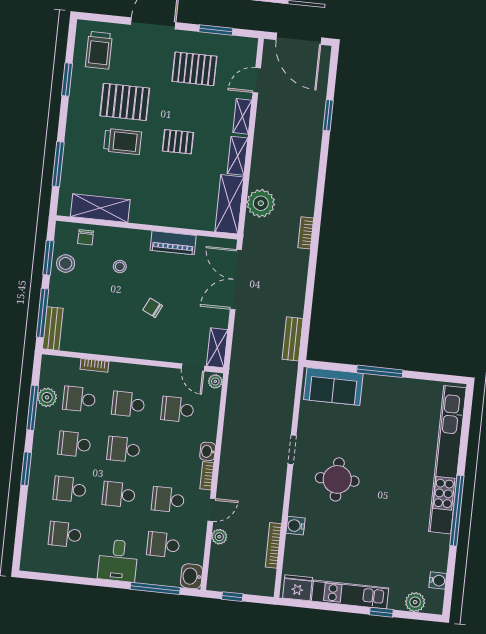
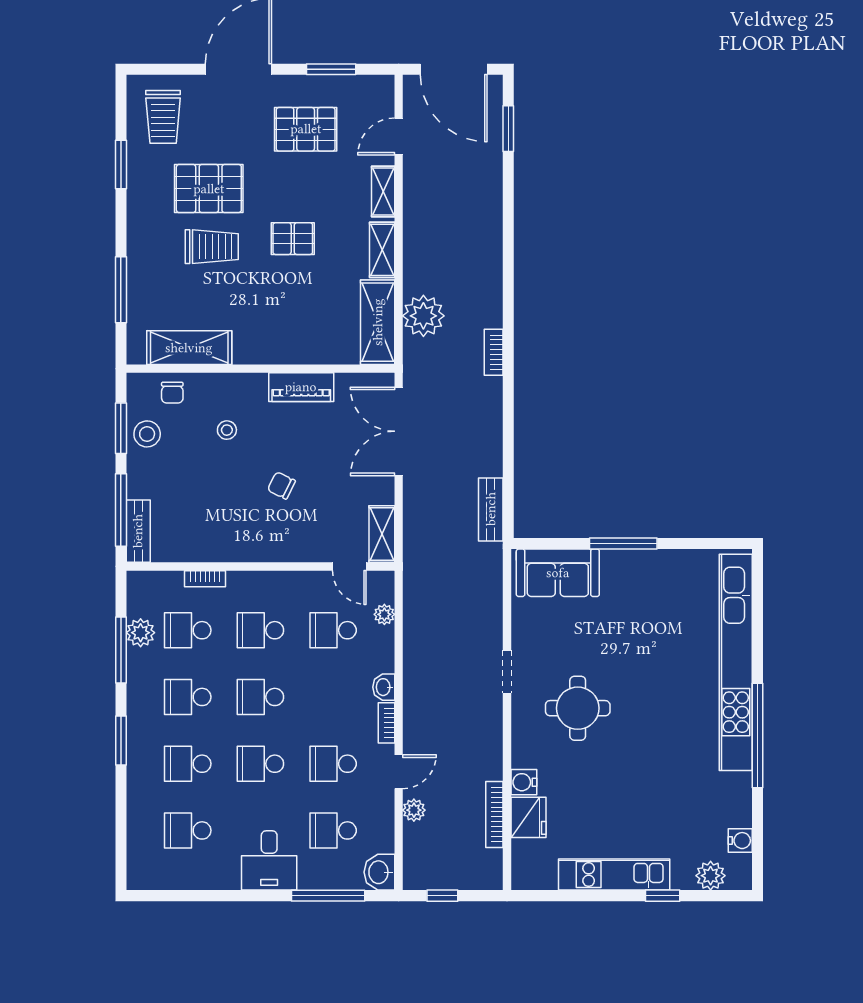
window: (328, 115) -> (508, 129), moved
plant: (215, 381) -> (384, 614), moved
fridge: (297, 588) -> (528, 817), moved, turned 90

